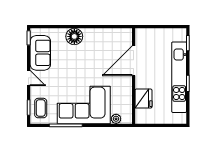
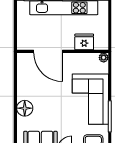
plant: (116, 119) -> (104, 58), moved

